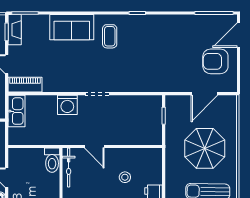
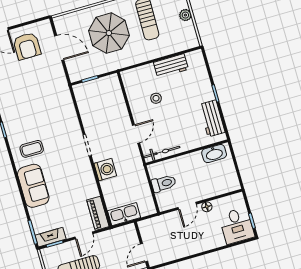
toilet: (52, 160) -> (164, 183), moved

